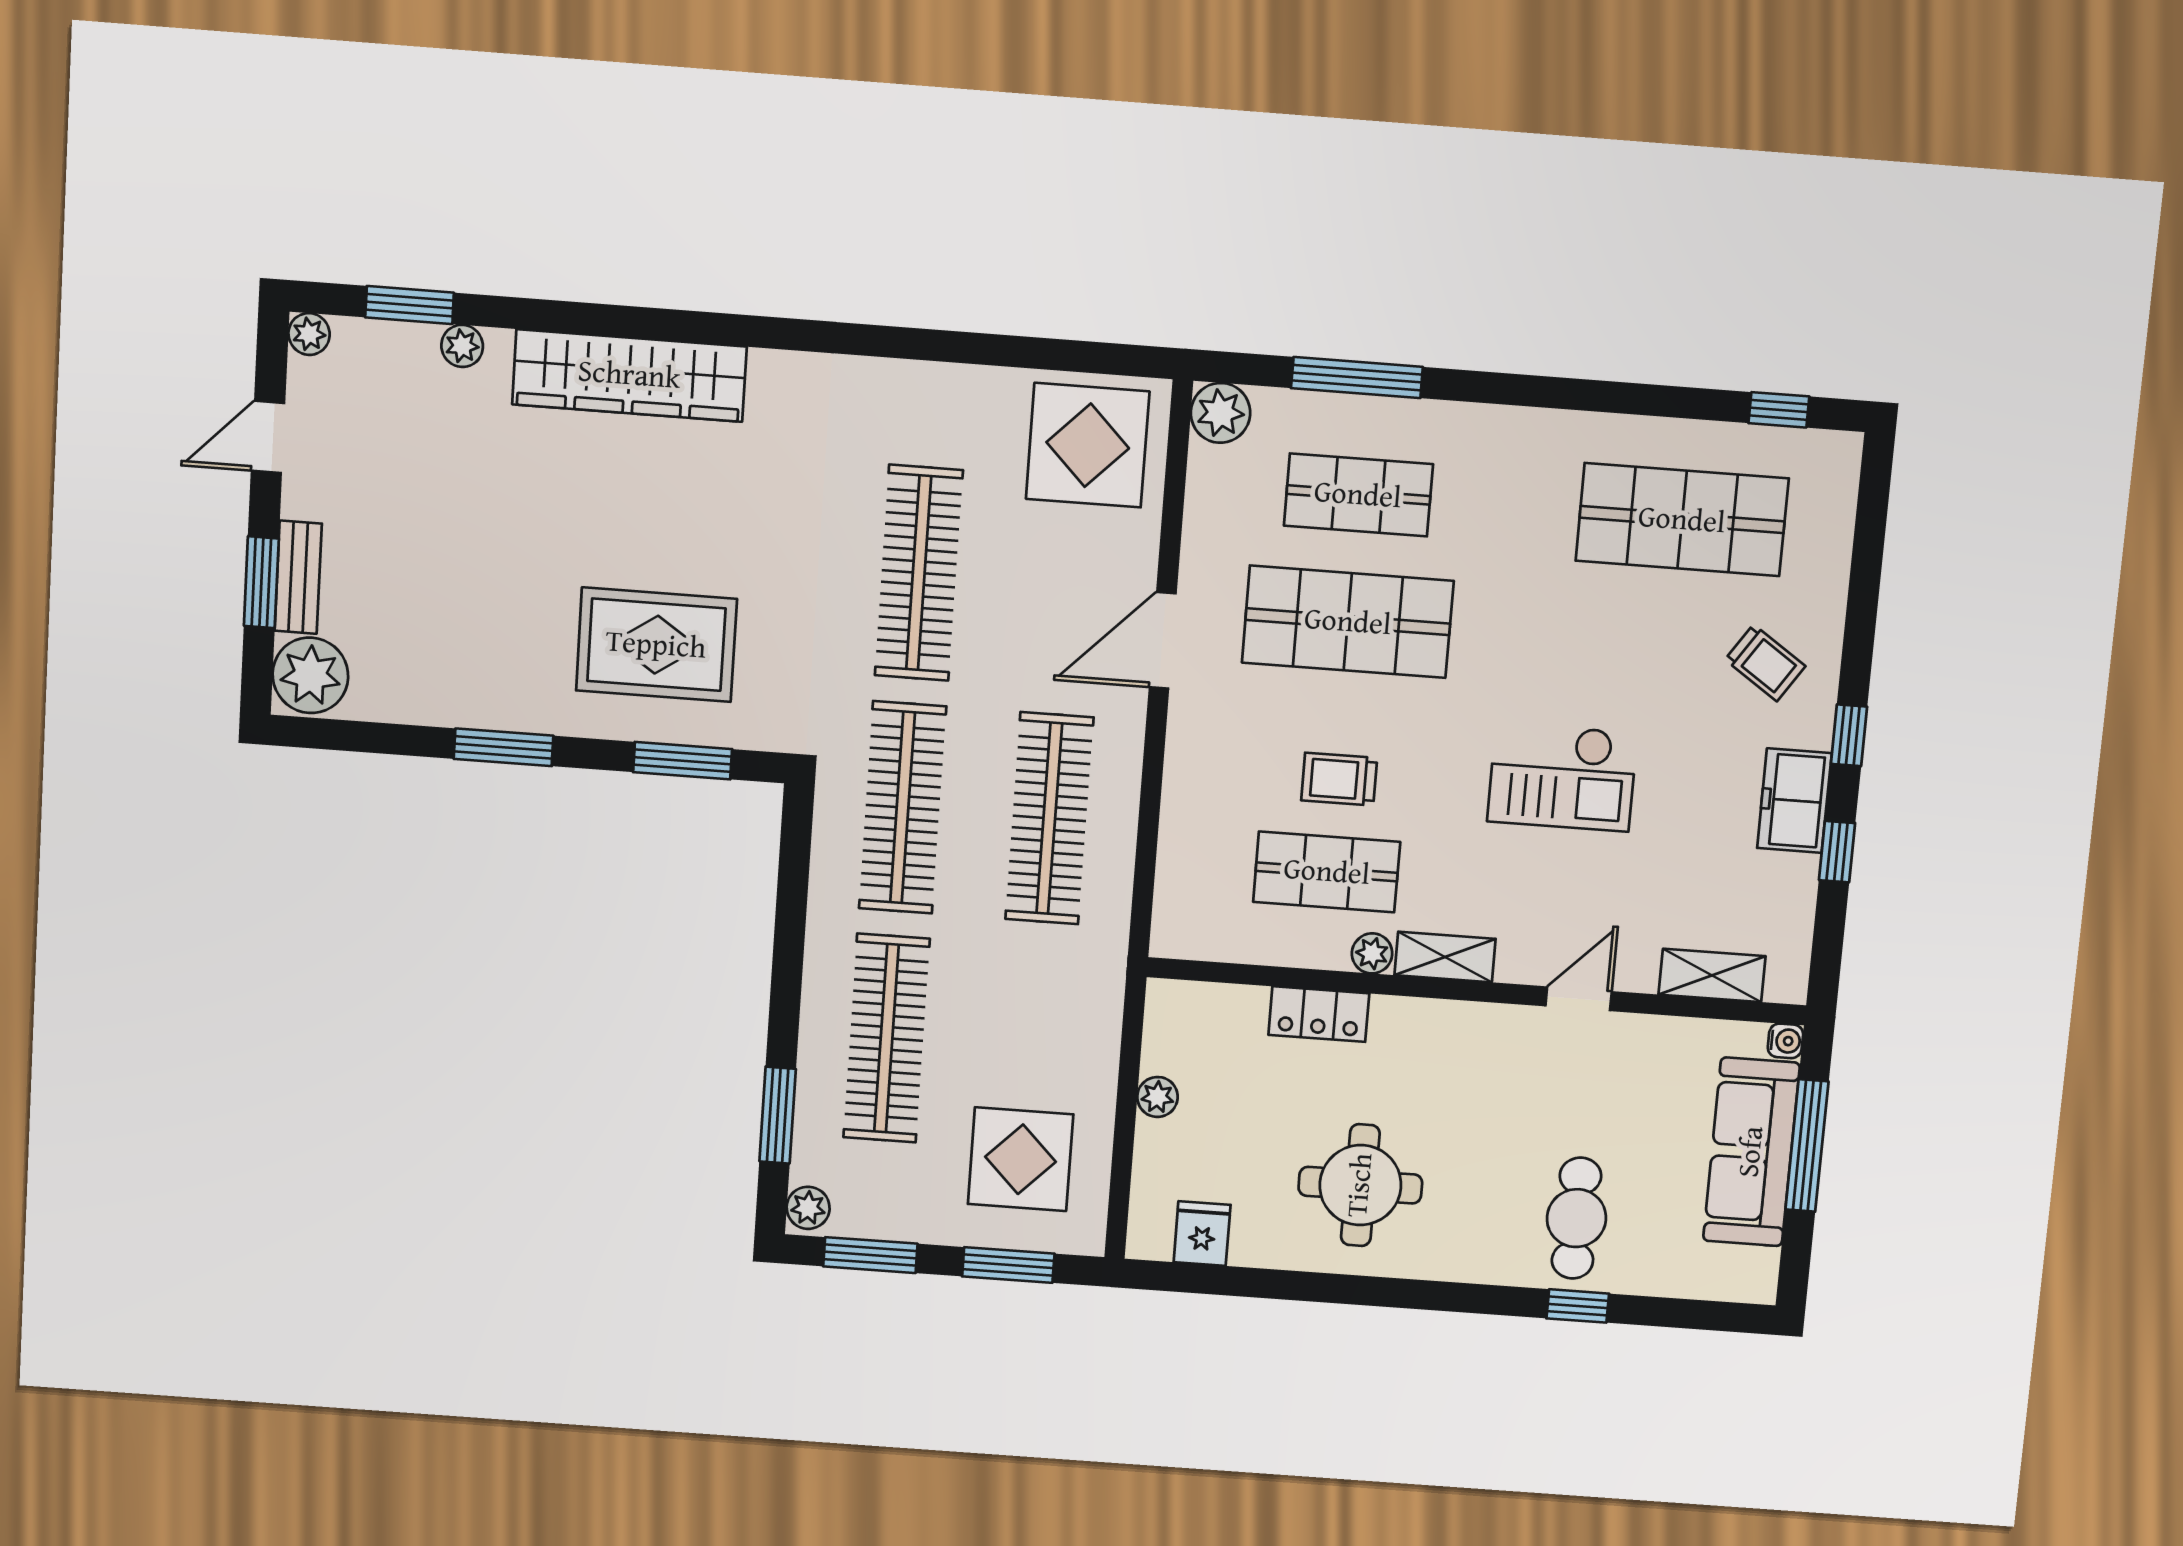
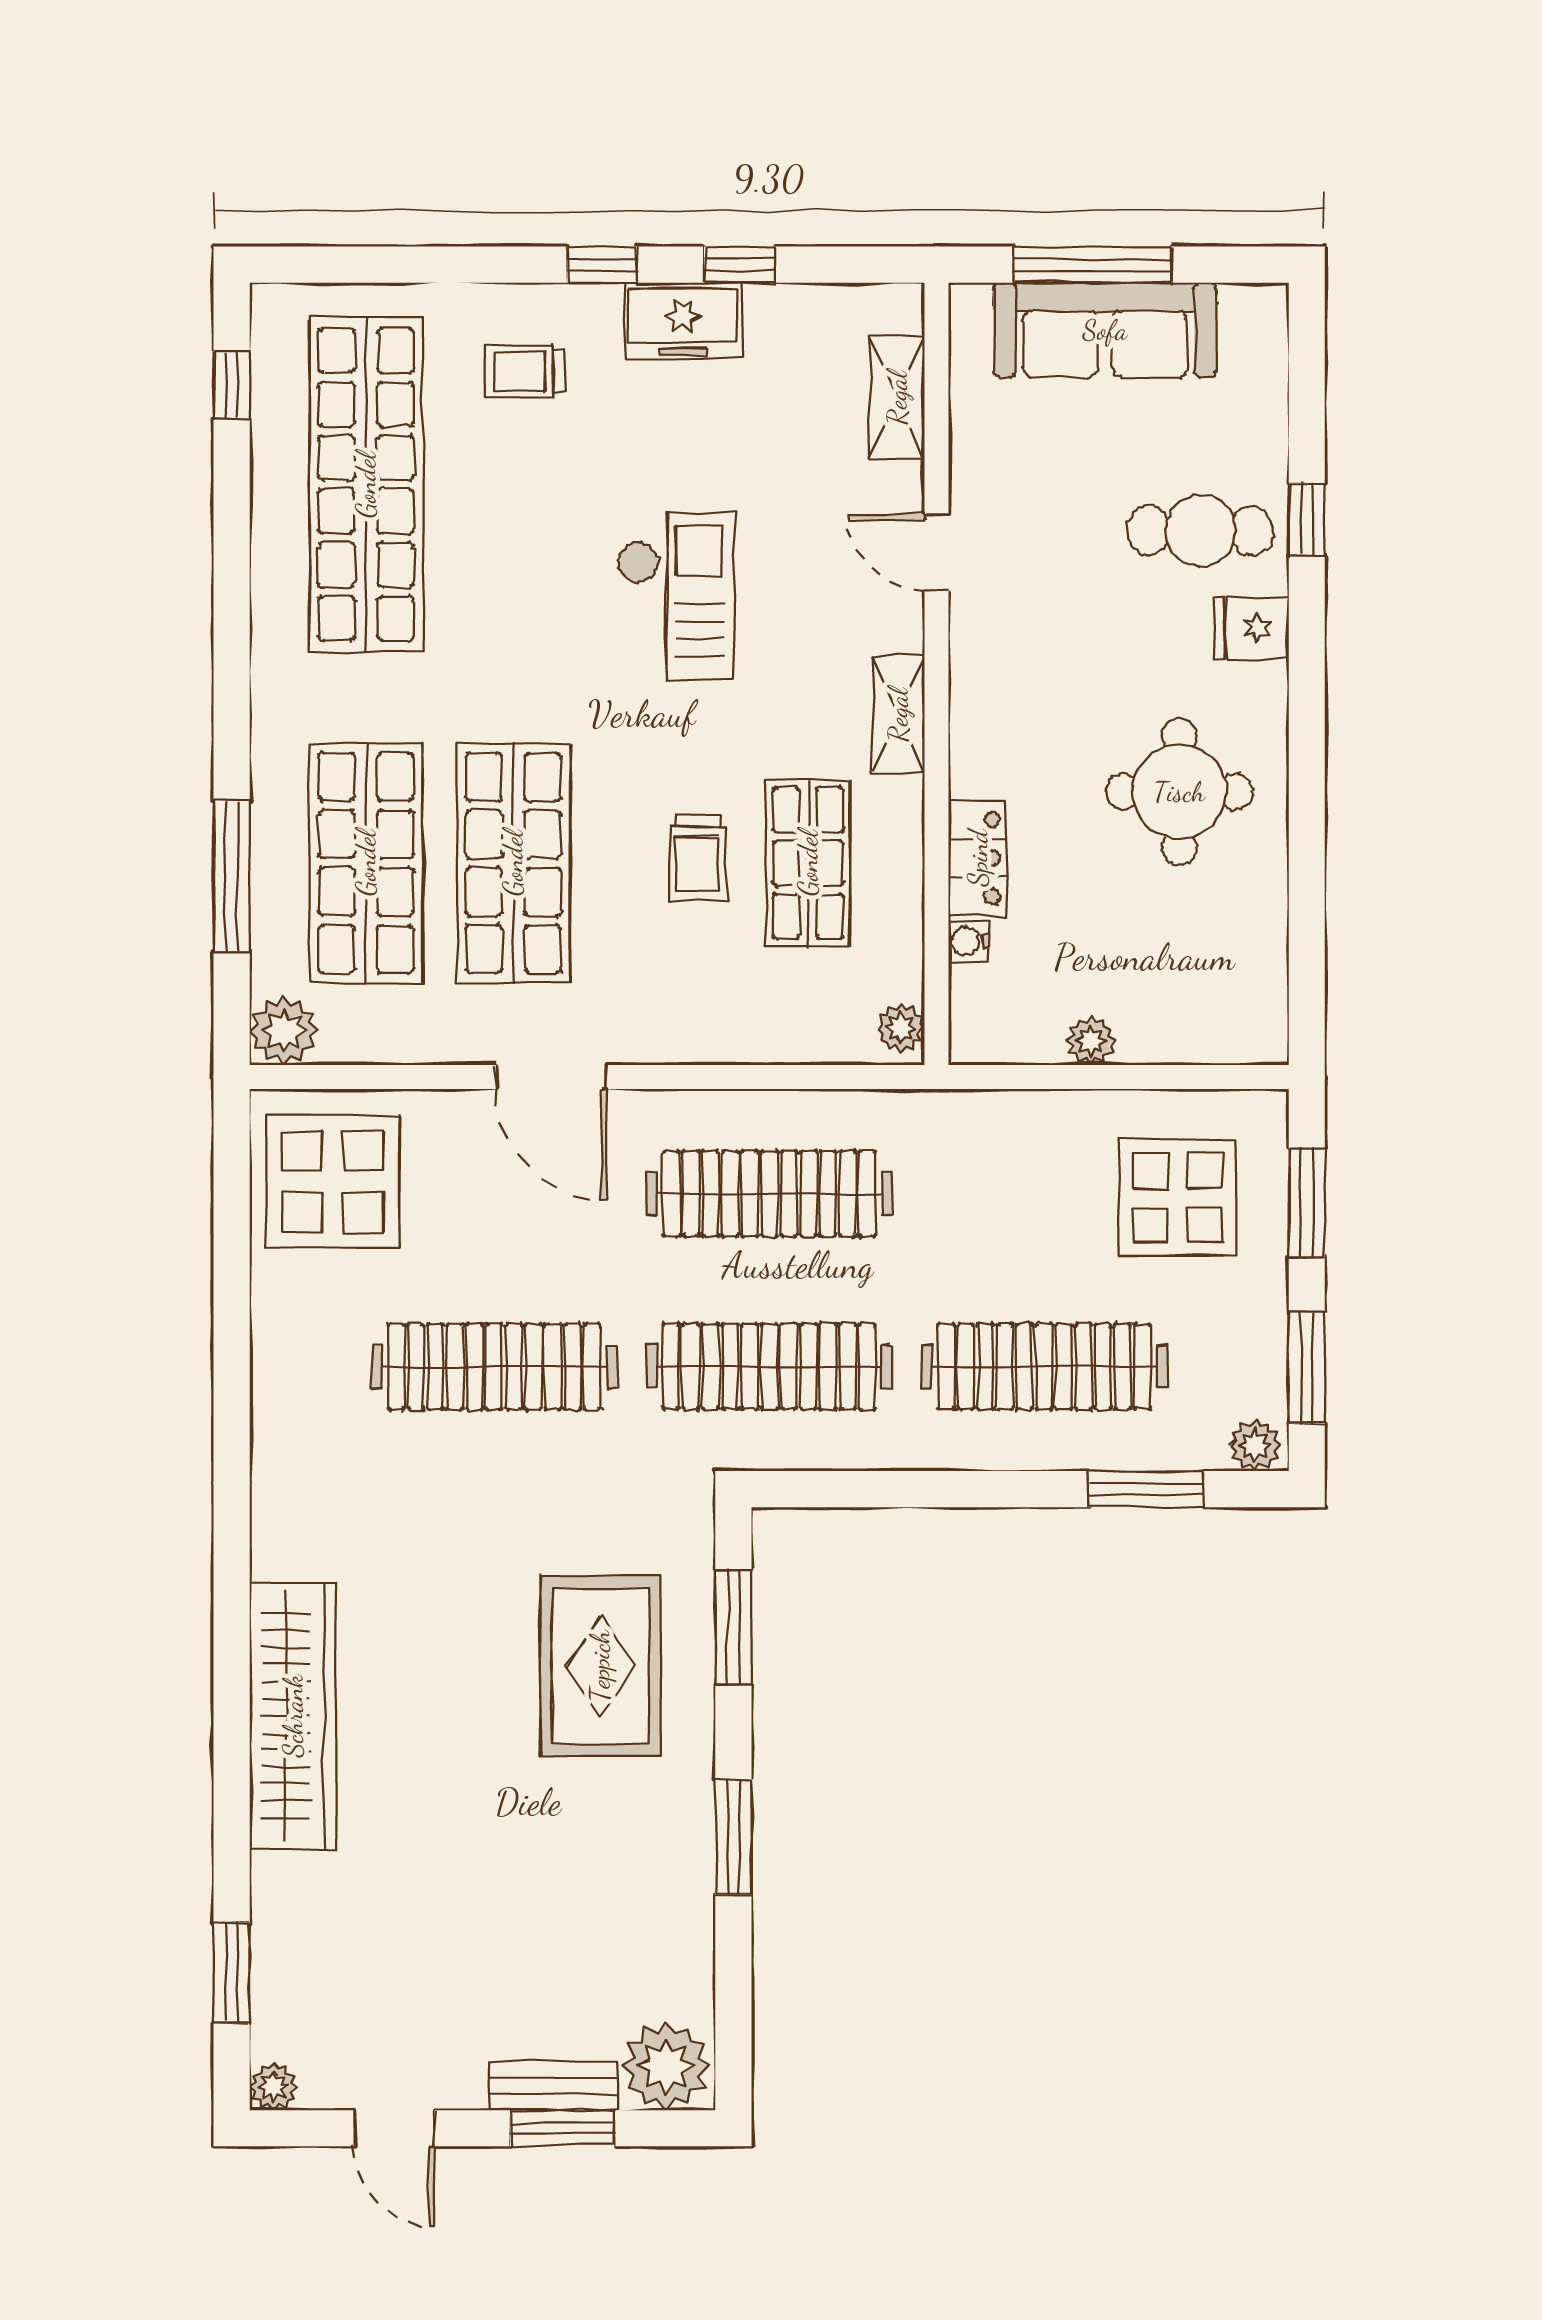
plant: (462, 346) -> (274, 1910), removed
shop shelf: (1358, 495) -> (366, 863), width x1.43, depth x1.36
shop shelf: (1682, 520) -> (366, 485), width x1.40
trolley: (1765, 663) -> (525, 371), turned -124
plant: (1372, 953) -> (901, 1028), moved
water cooler: (1785, 1041) -> (969, 941), moved, turned -90
fridge: (1202, 1233) -> (1252, 628), moved

